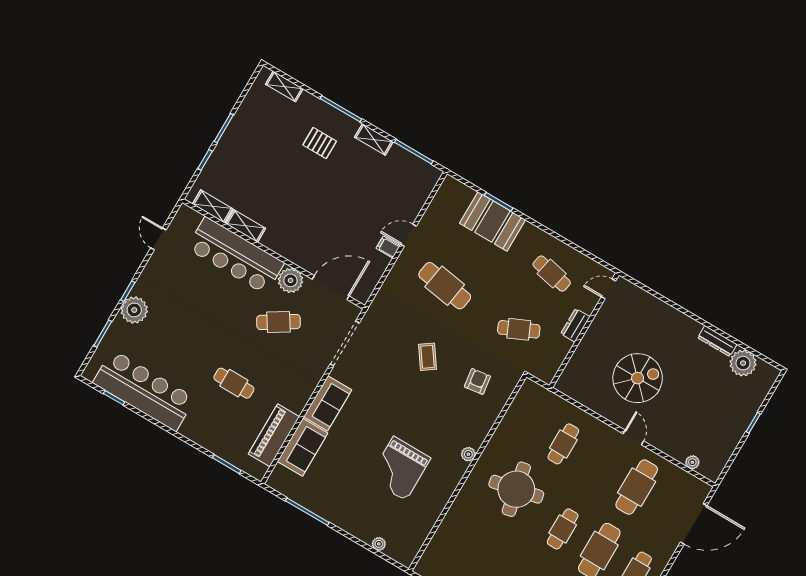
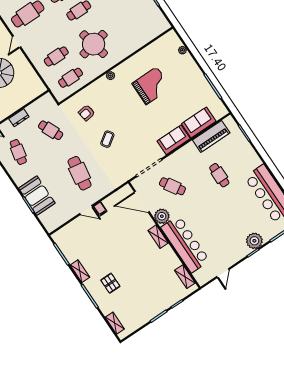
shelving: (246, 226) -> (158, 237), moved
cafe table: (279, 322) -> (172, 186), moved
cafe table: (527, 422) -> (71, 78), added

